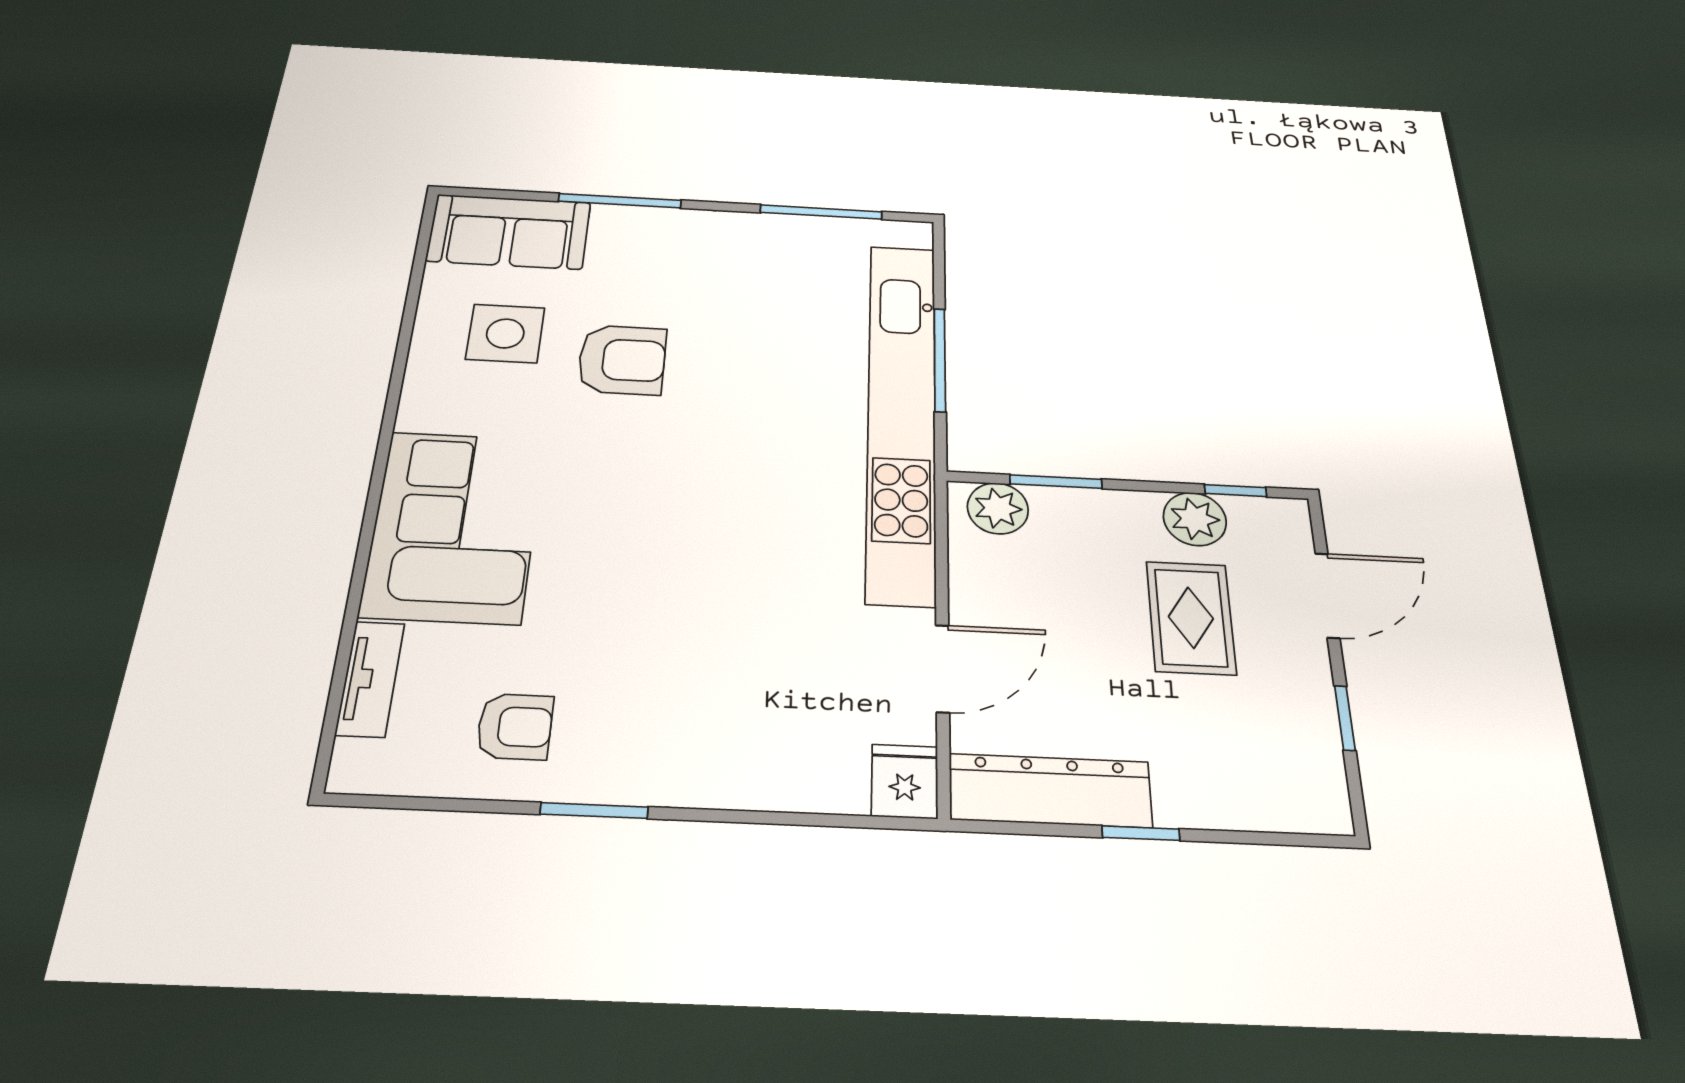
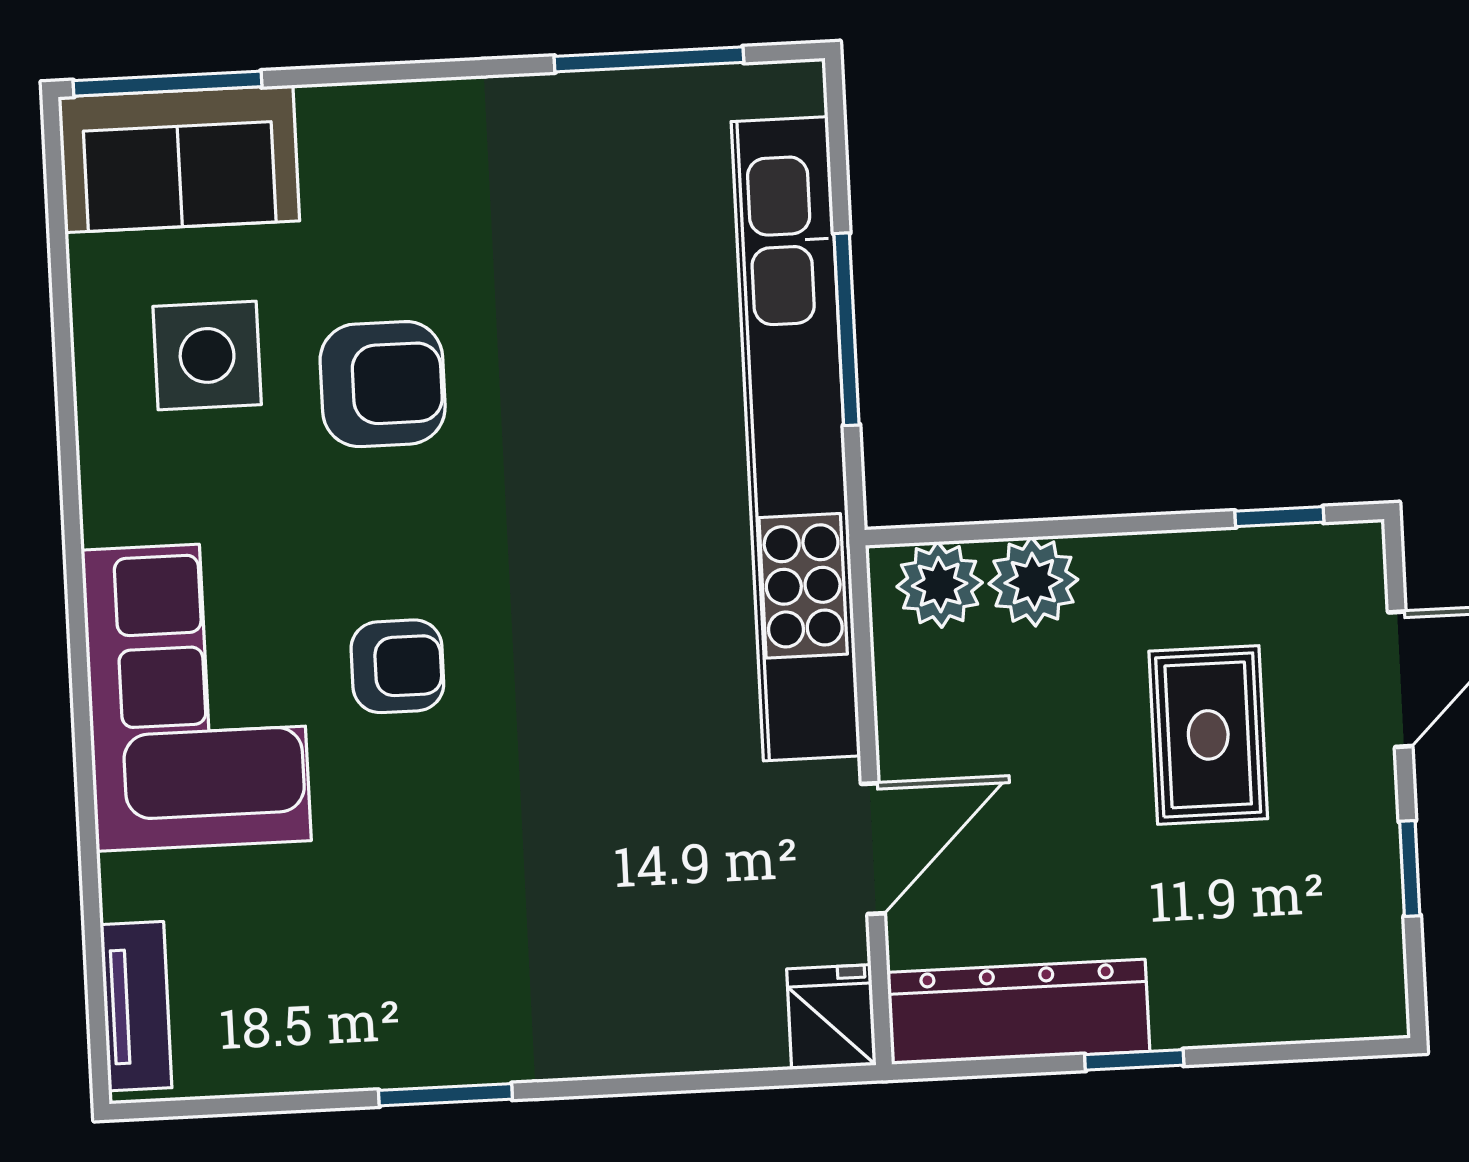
window: (620, 201) -> (167, 84), moved
window: (1056, 482) -> (1021, 530), removed
plant: (1195, 519) -> (1033, 582), moved
tv unit: (370, 679) -> (136, 1006), moved
armchair: (515, 727) -> (397, 666), moved

